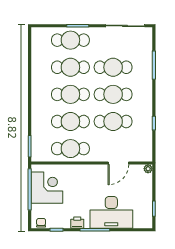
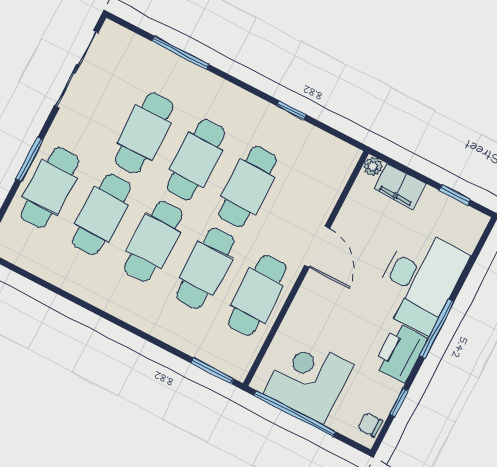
door: (118, 163) -> (317, 247), moved
filing cabinet: (146, 184) -> (400, 187), added
printer: (77, 223) -> (400, 353), width x1.87, depth x1.48

